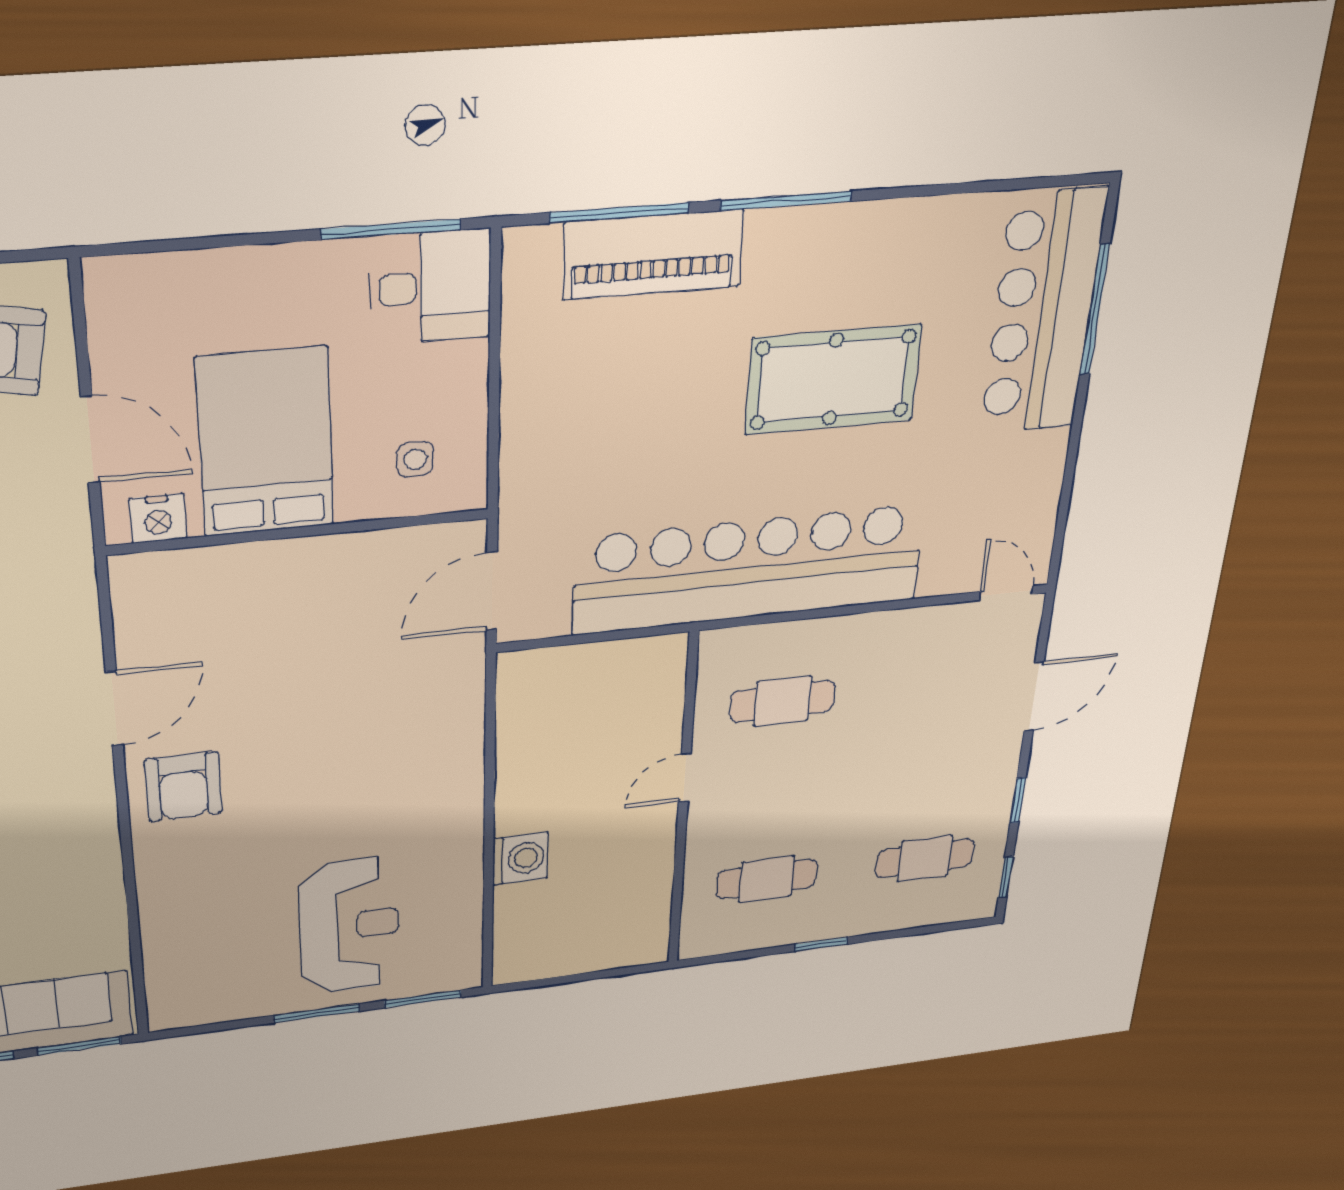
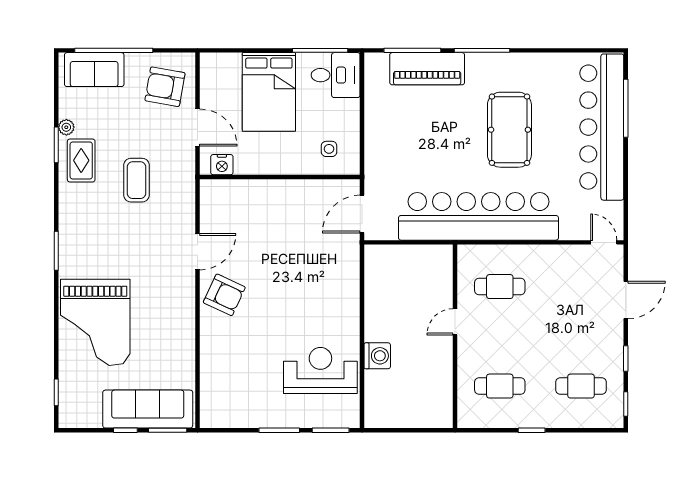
bar counter: (1043, 313) -> (602, 127), width x1.36
pool table: (833, 380) -> (509, 130), turned 90
bed: (266, 443) -> (269, 92), moved, turned 180
armchair: (183, 786) -> (224, 295), turned -65
reception desk: (349, 926) -> (320, 370), moved, turned -90

